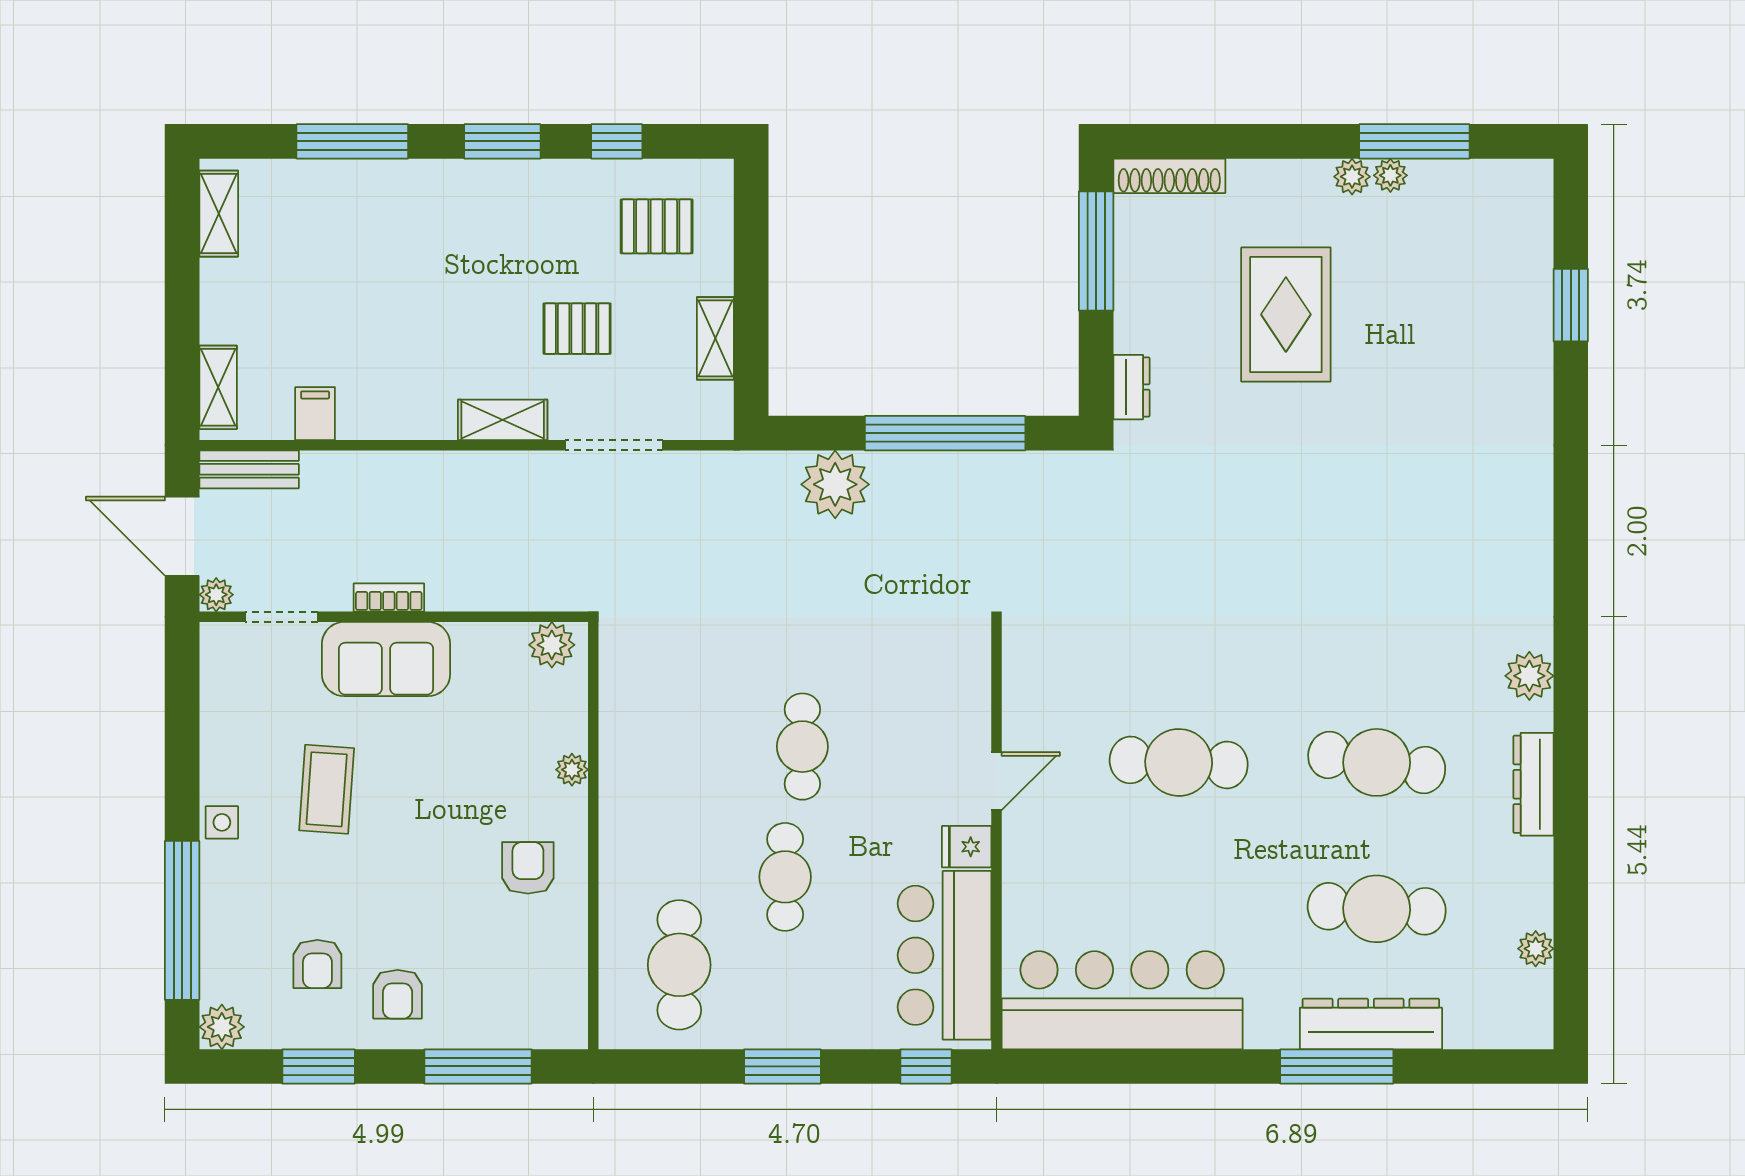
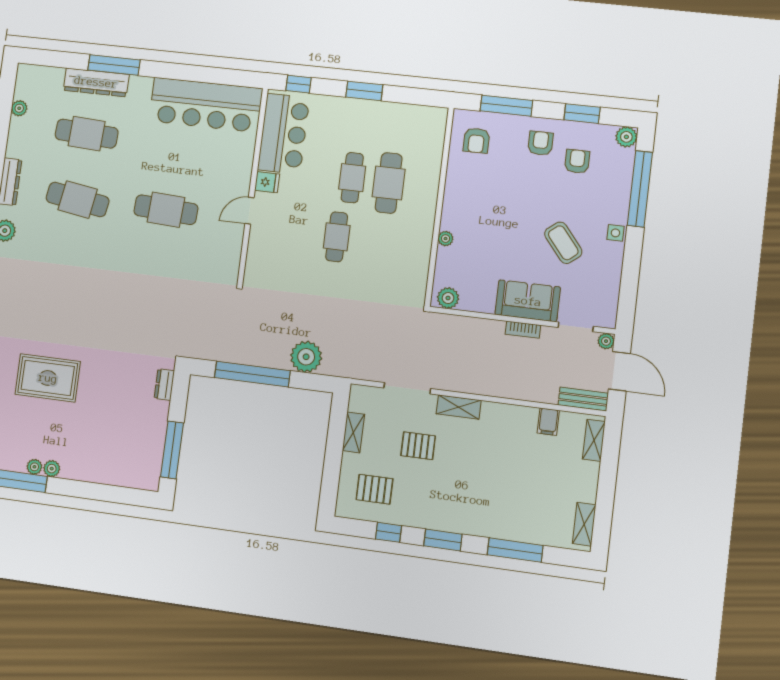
shoe rack: (1169, 176) -> (134, 480), removed
rug: (1286, 314) -> (48, 378), moved, turned 90
coffee table: (327, 789) -> (563, 243), turned -43
armchair: (528, 868) -> (476, 140), moved
cafe table: (679, 965) -> (389, 183), moved

